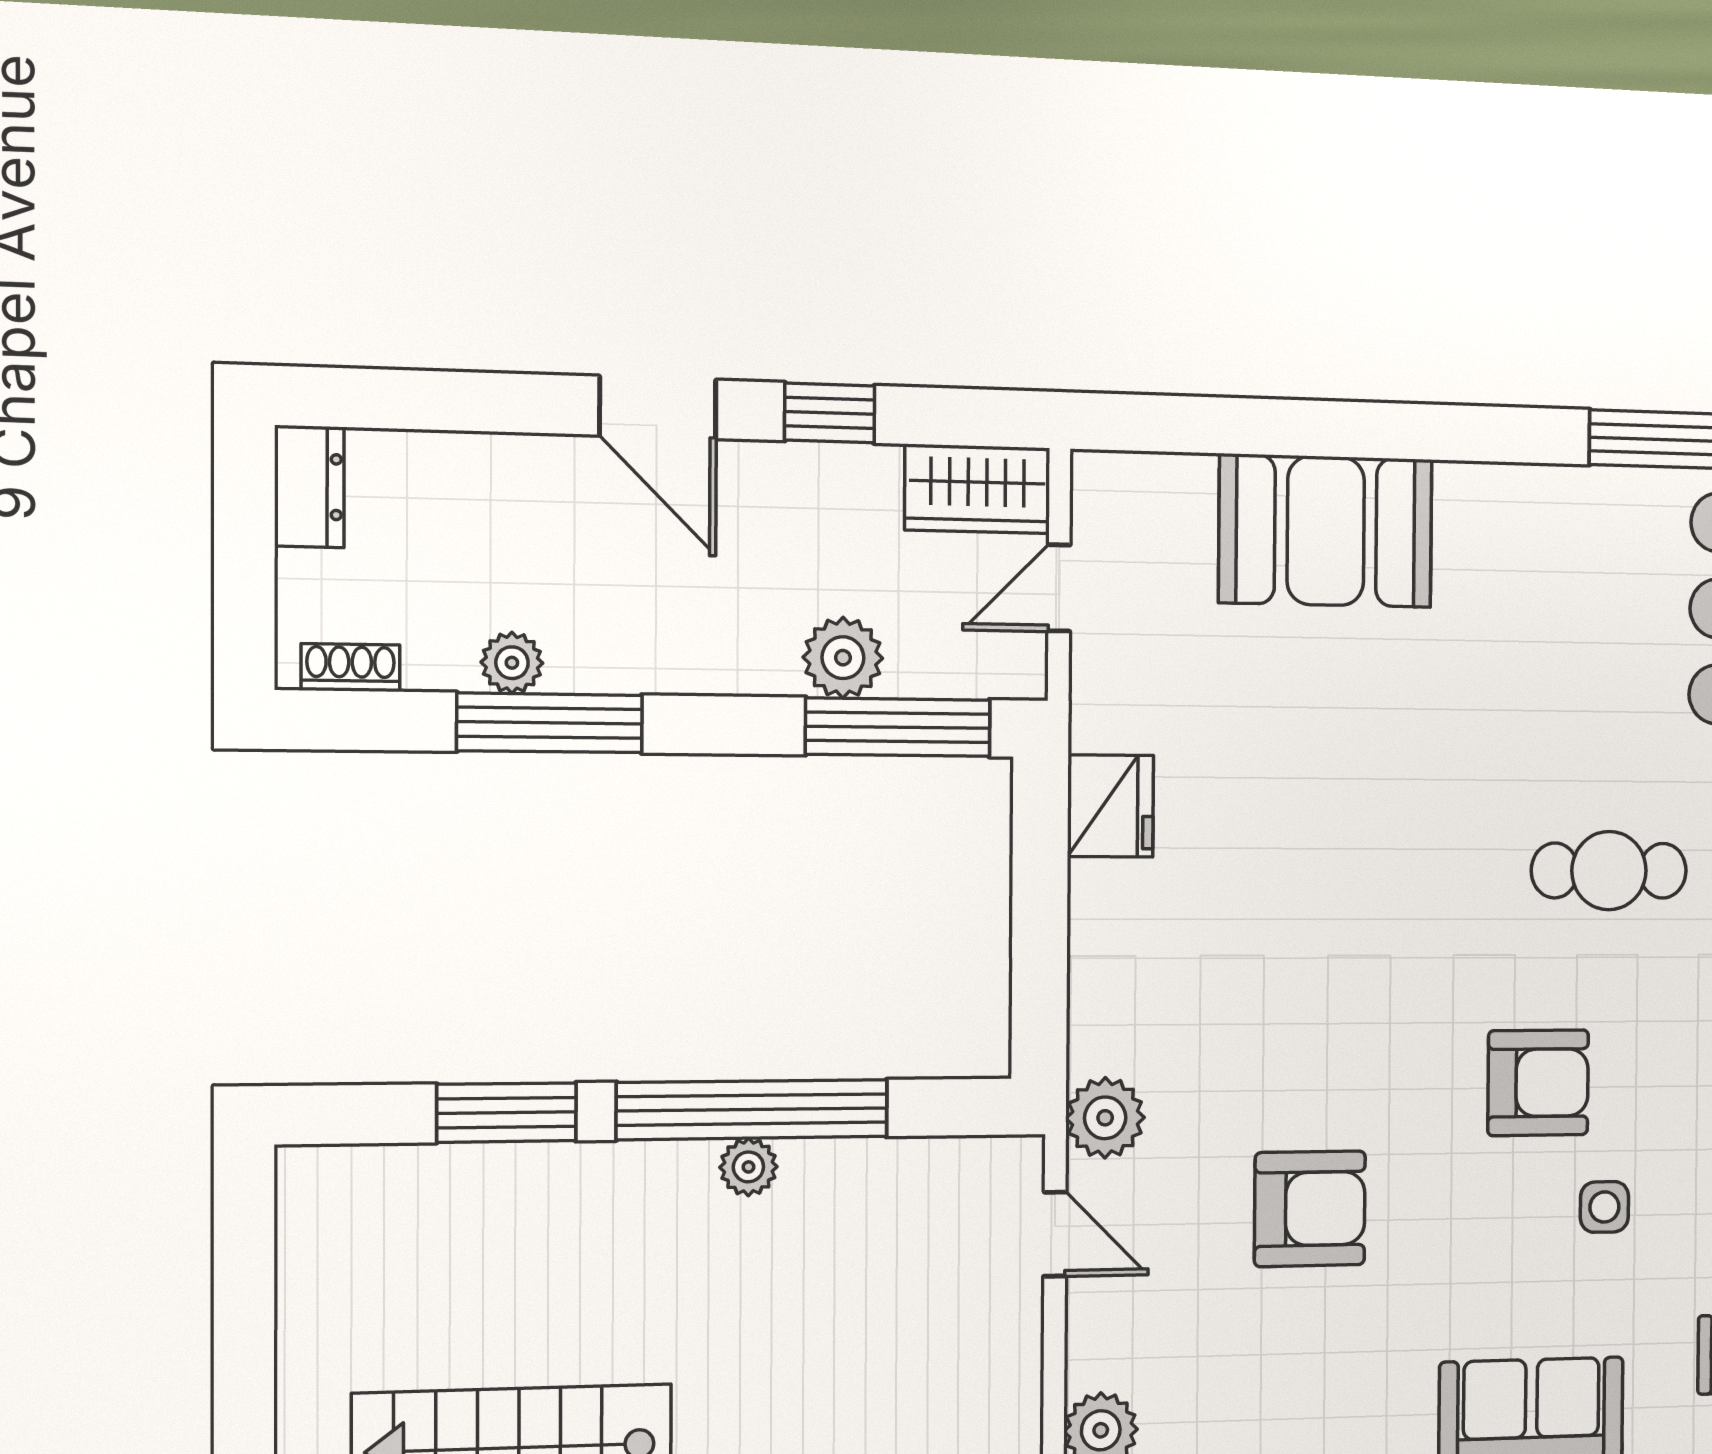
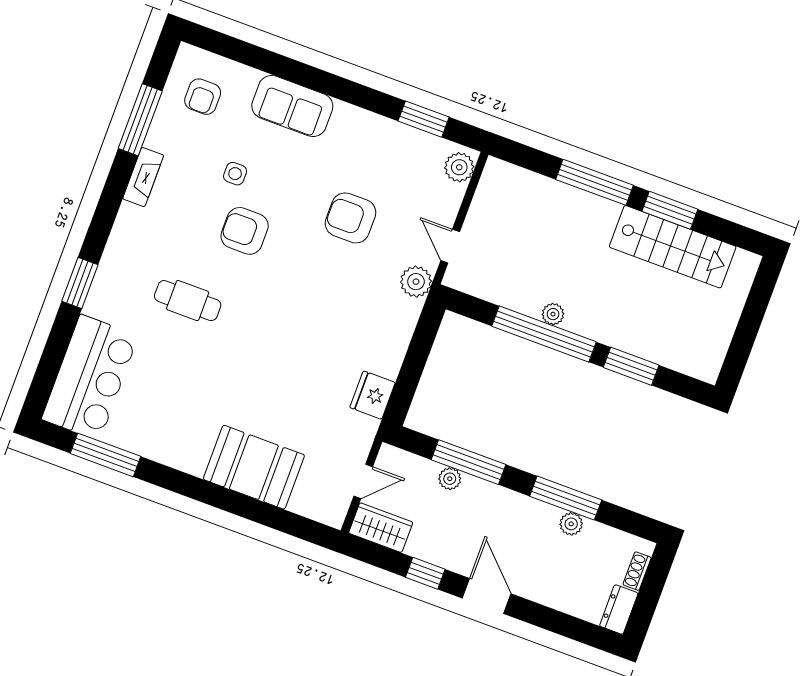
plant: (843, 658) -> (450, 479), width x0.73, depth x0.73
shoe rack: (350, 668) -> (637, 571), moved, turned 90
window: (898, 727) -> (468, 462), moved

